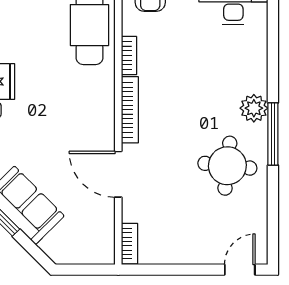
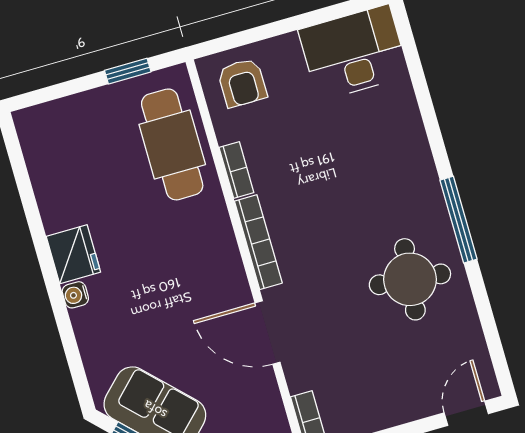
plant: (254, 108) -> (423, 192), removed

